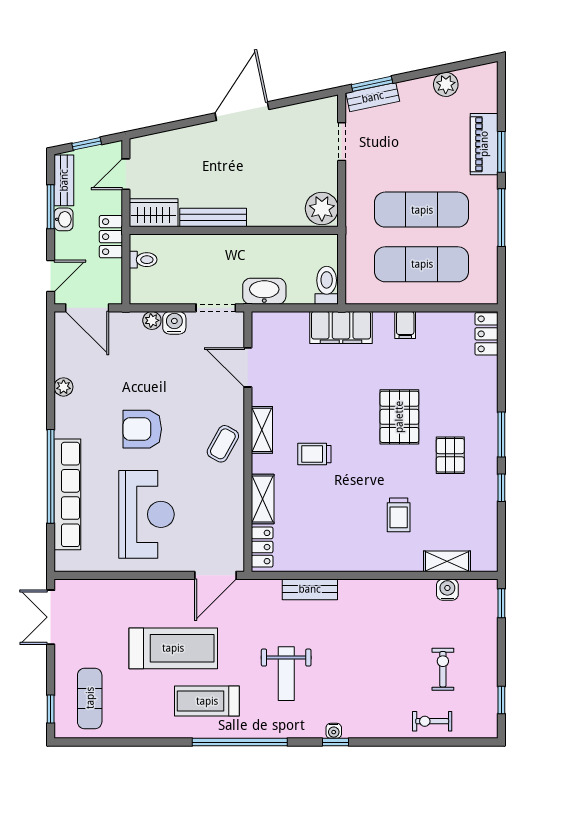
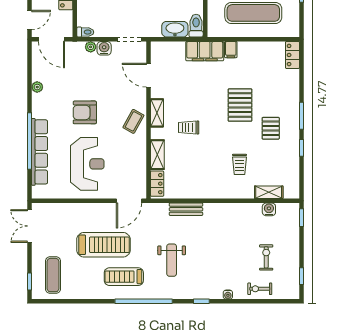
toilet: (143, 260) -> (85, 32), moved
washbasin: (264, 291) -> (175, 29), moved
filing cabinet: (405, 325) -> (231, 50), moved
water cooler: (334, 731) -> (228, 295), moved

